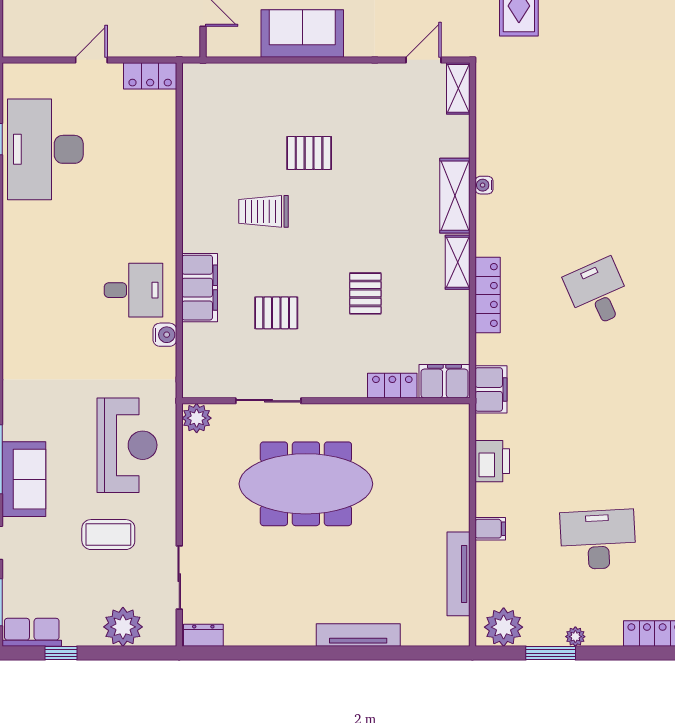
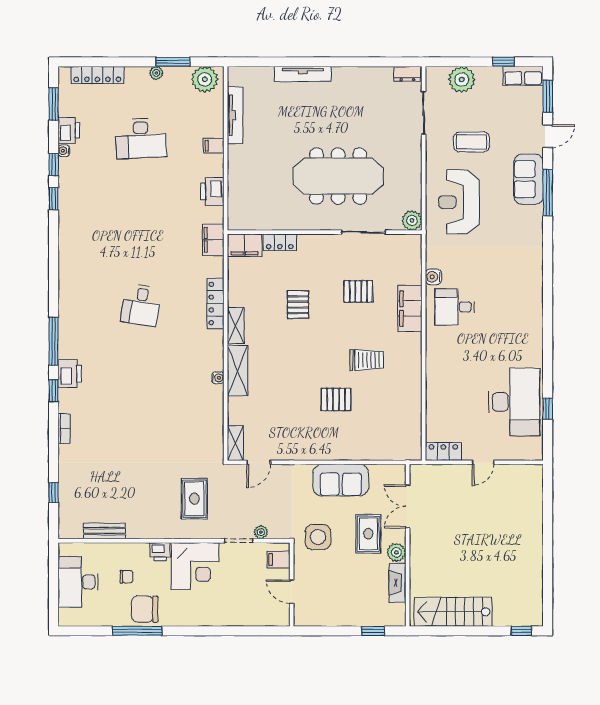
desk: (598, 293) -> (141, 305), turned 33

